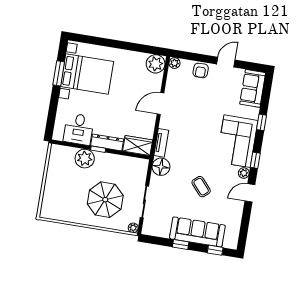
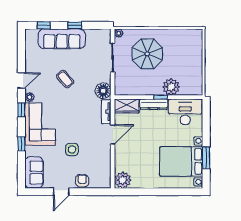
plant: (175, 63) -> (106, 183), removed
door: (160, 104) -> (113, 135), moved
side table: (206, 107) -> (72, 149), added
desk: (79, 129) -> (185, 112), width x1.37

